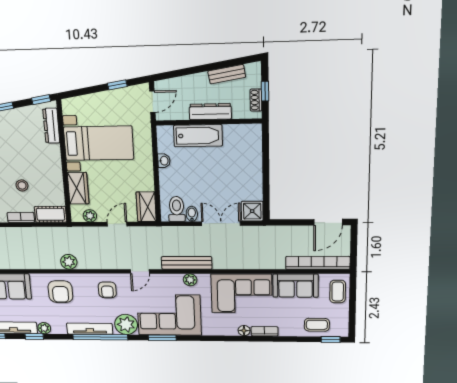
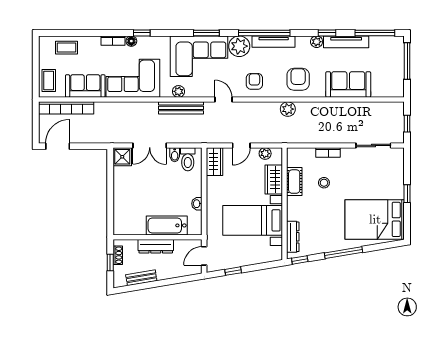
cot: (51, 214) -> (294, 182), moved, turned 90
door: (140, 271) -> (223, 100), hinge flipped
window: (331, 339) -> (142, 33), moved

